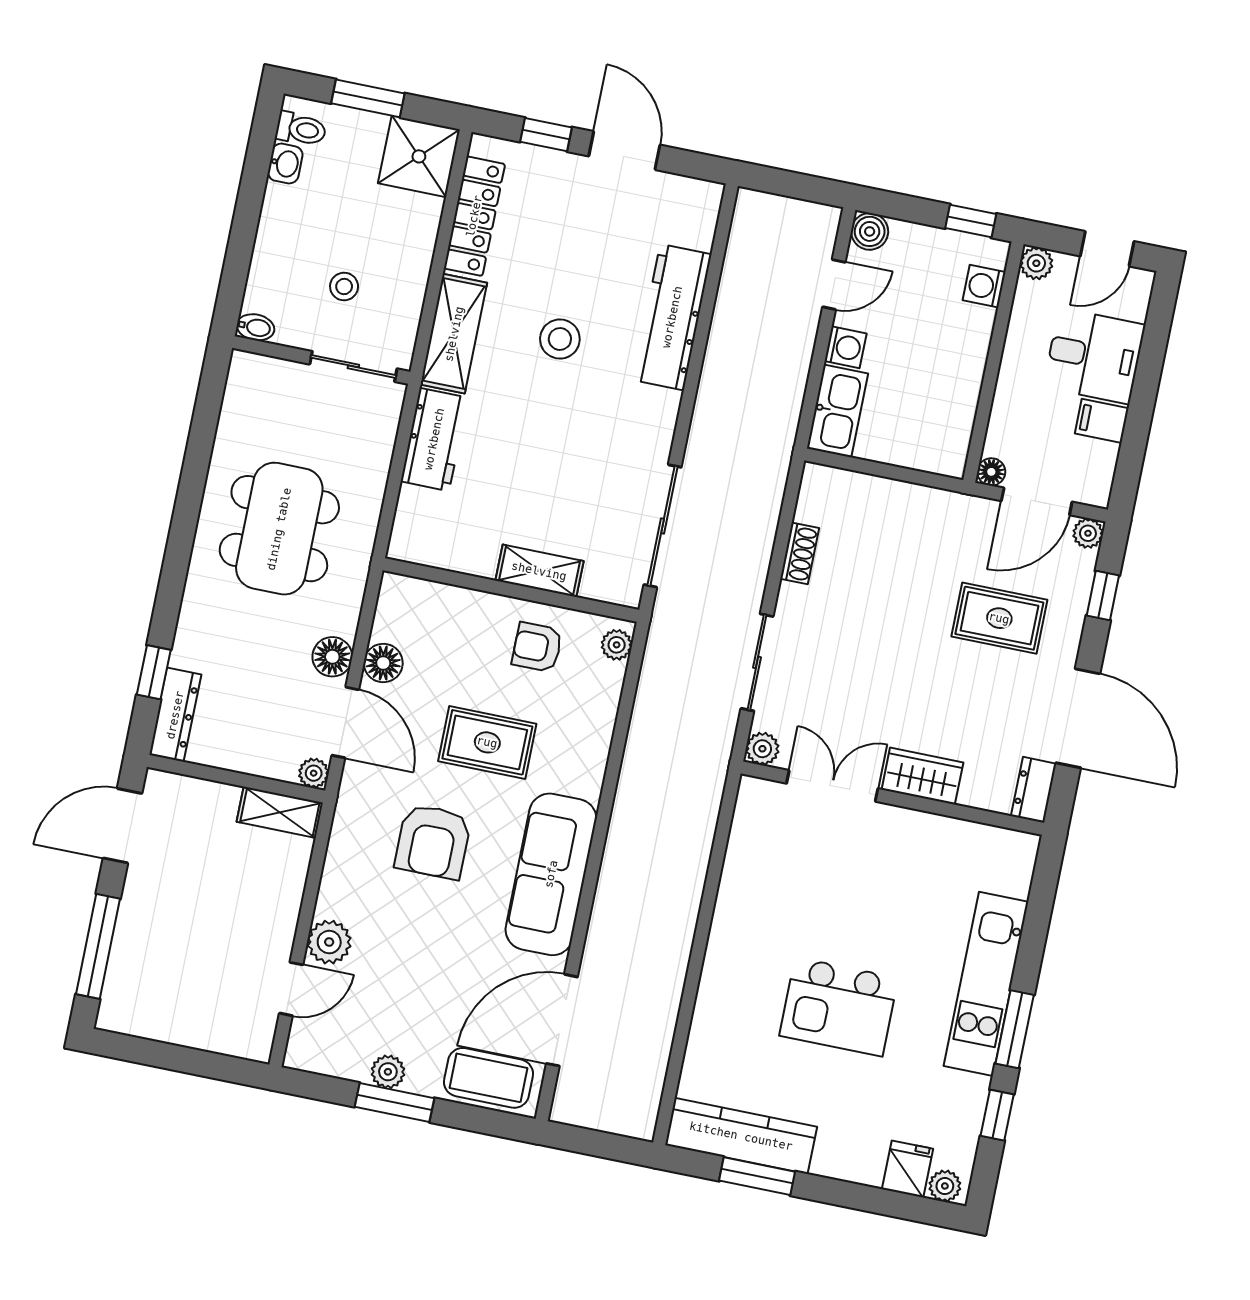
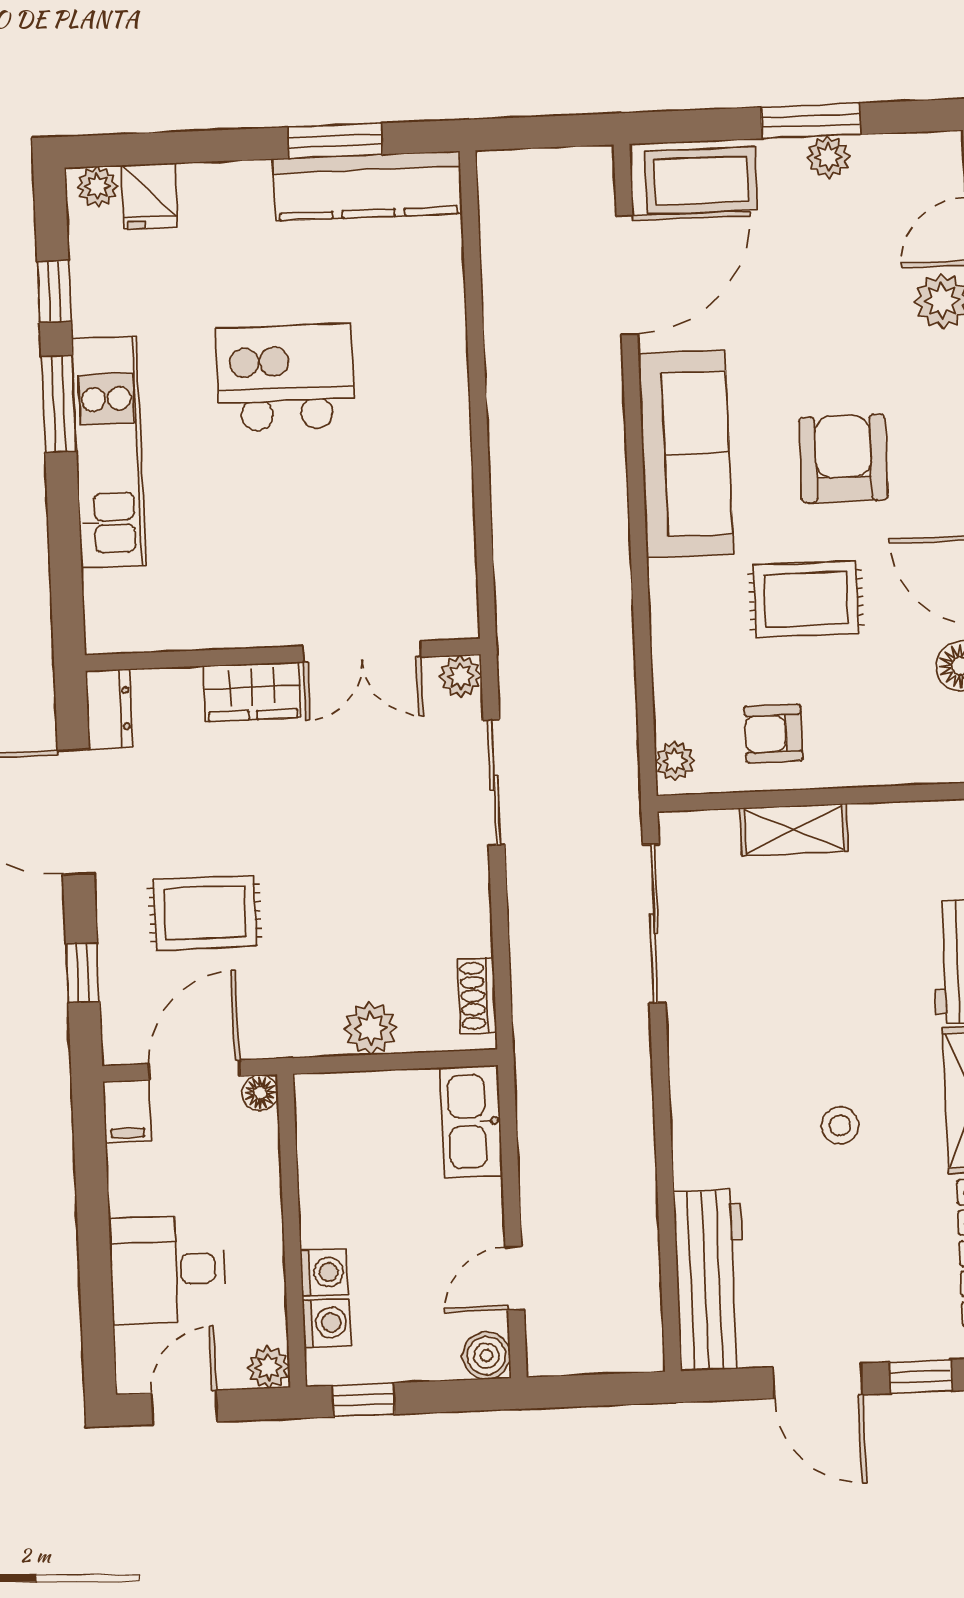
workbench: (672, 317) -> (711, 1280), moved
stool: (560, 339) -> (840, 1125), width x0.73, depth x0.73
washing machine: (845, 347) -> (324, 1272), moved, turned 180
filing cabinet: (1102, 421) -> (127, 1111), moved, turned 90
plant: (1088, 533) -> (370, 1028), moved, width x1.38, depth x1.38
shoe rack: (800, 553) -> (477, 996), moved
armchair: (537, 647) -> (773, 734), turned 180

